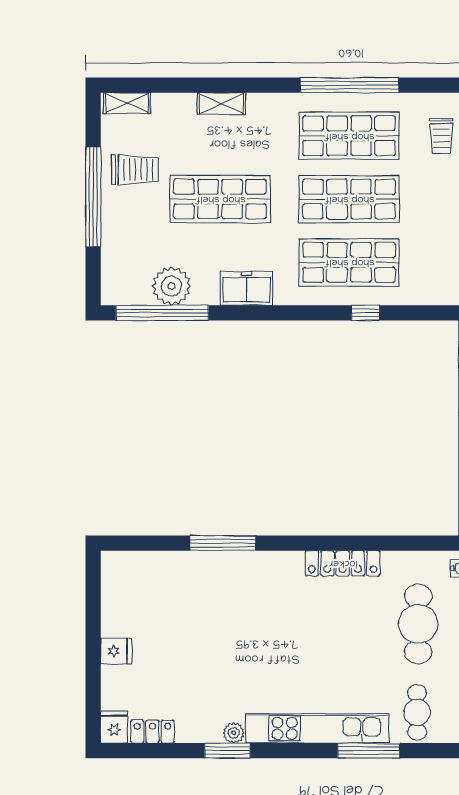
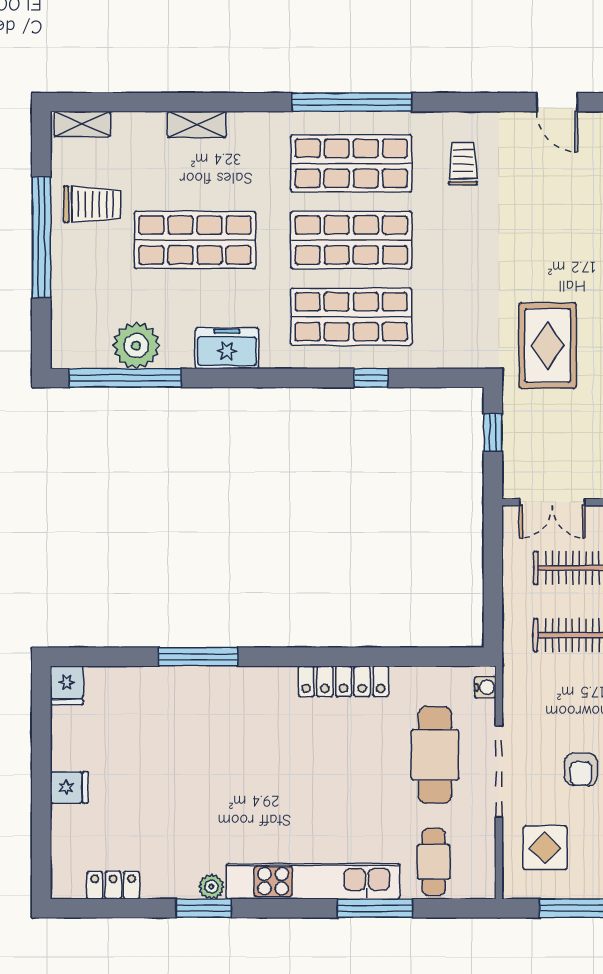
trolley: (441, 136) -> (463, 164), turned 180
fridge: (114, 727) -> (67, 685), moved, turned 180

